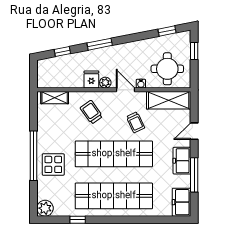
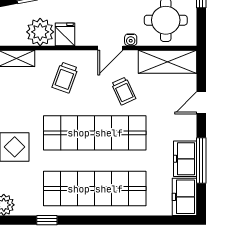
plant: (105, 83) -> (40, 32), moved, width x1.88, depth x1.88
door: (126, 90) -> (110, 48), swing flipped
trolley: (91, 112) -> (65, 78), turned -125
freezer: (182, 161) -> (185, 159), moved

